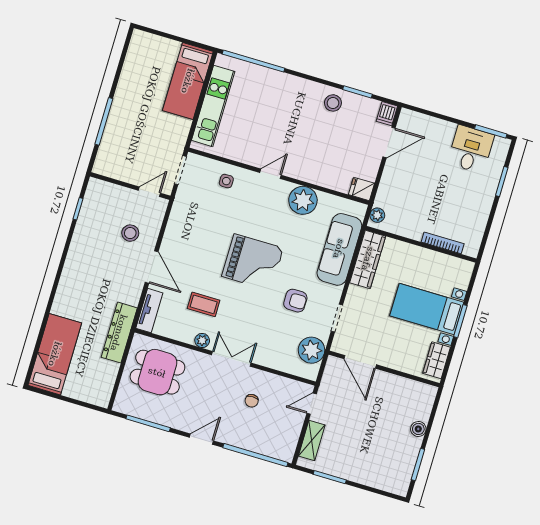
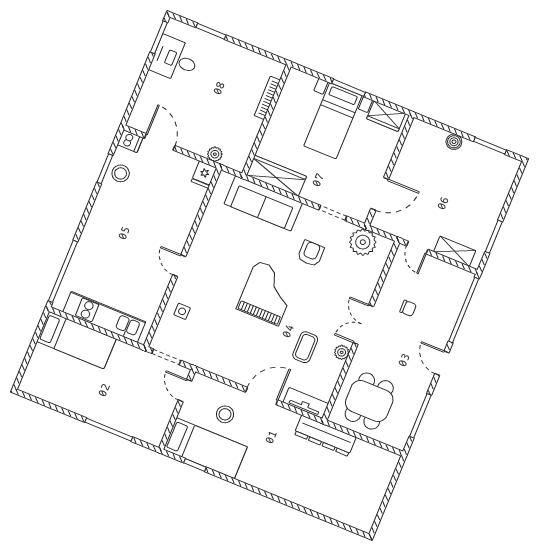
stool: (333, 103) -> (121, 173), moved
plant: (303, 200) -> (210, 235), removed
plant: (377, 215) -> (215, 154), moved
bed: (55, 354) -> (205, 448), moved, turned 180

